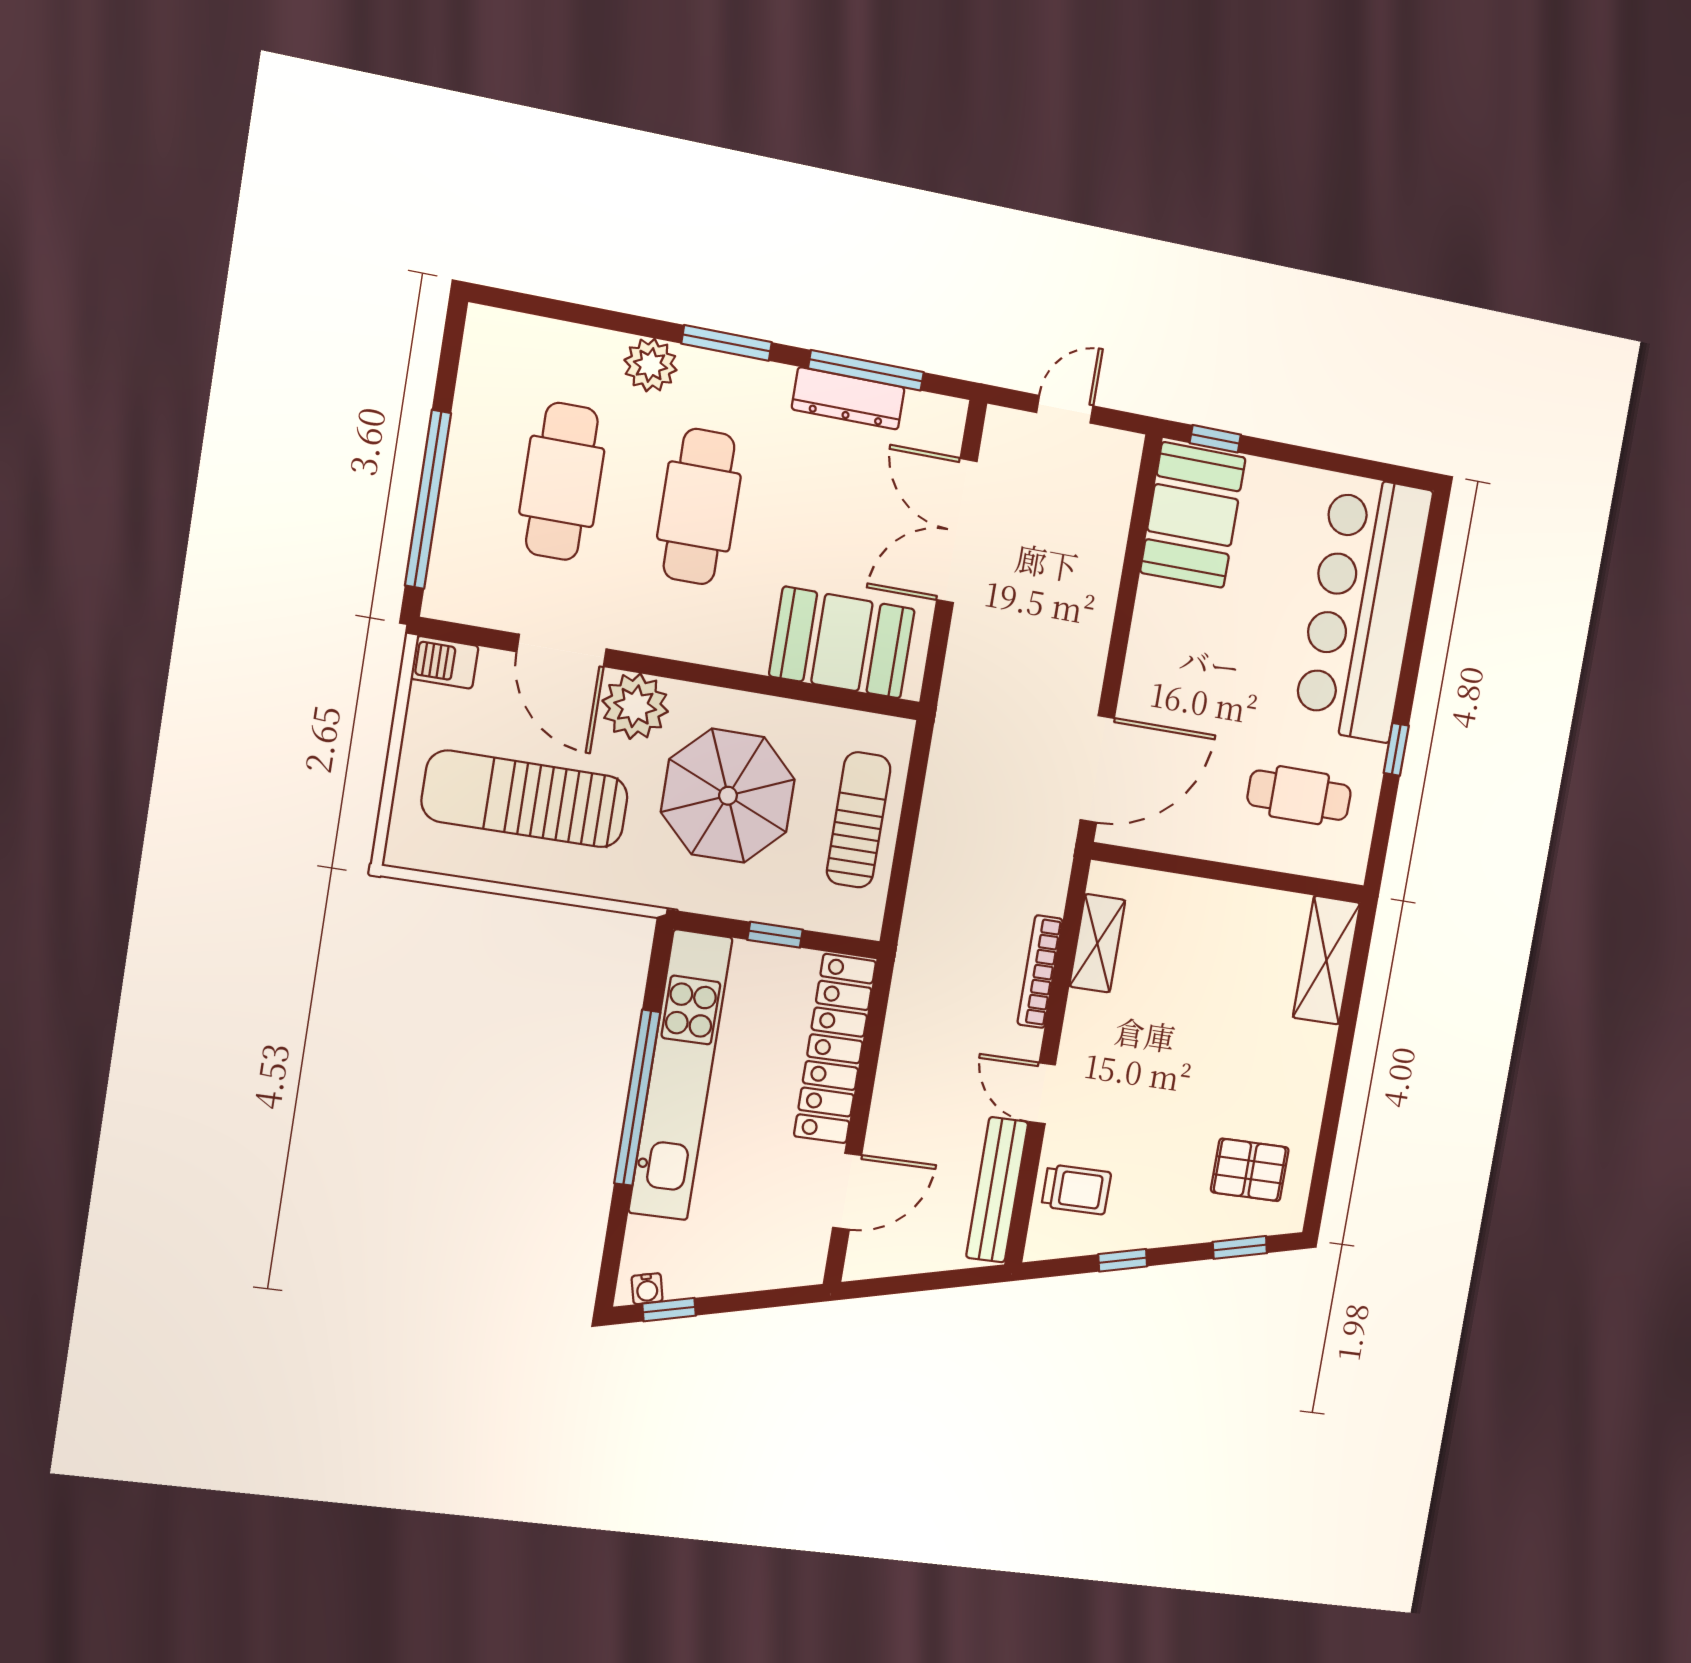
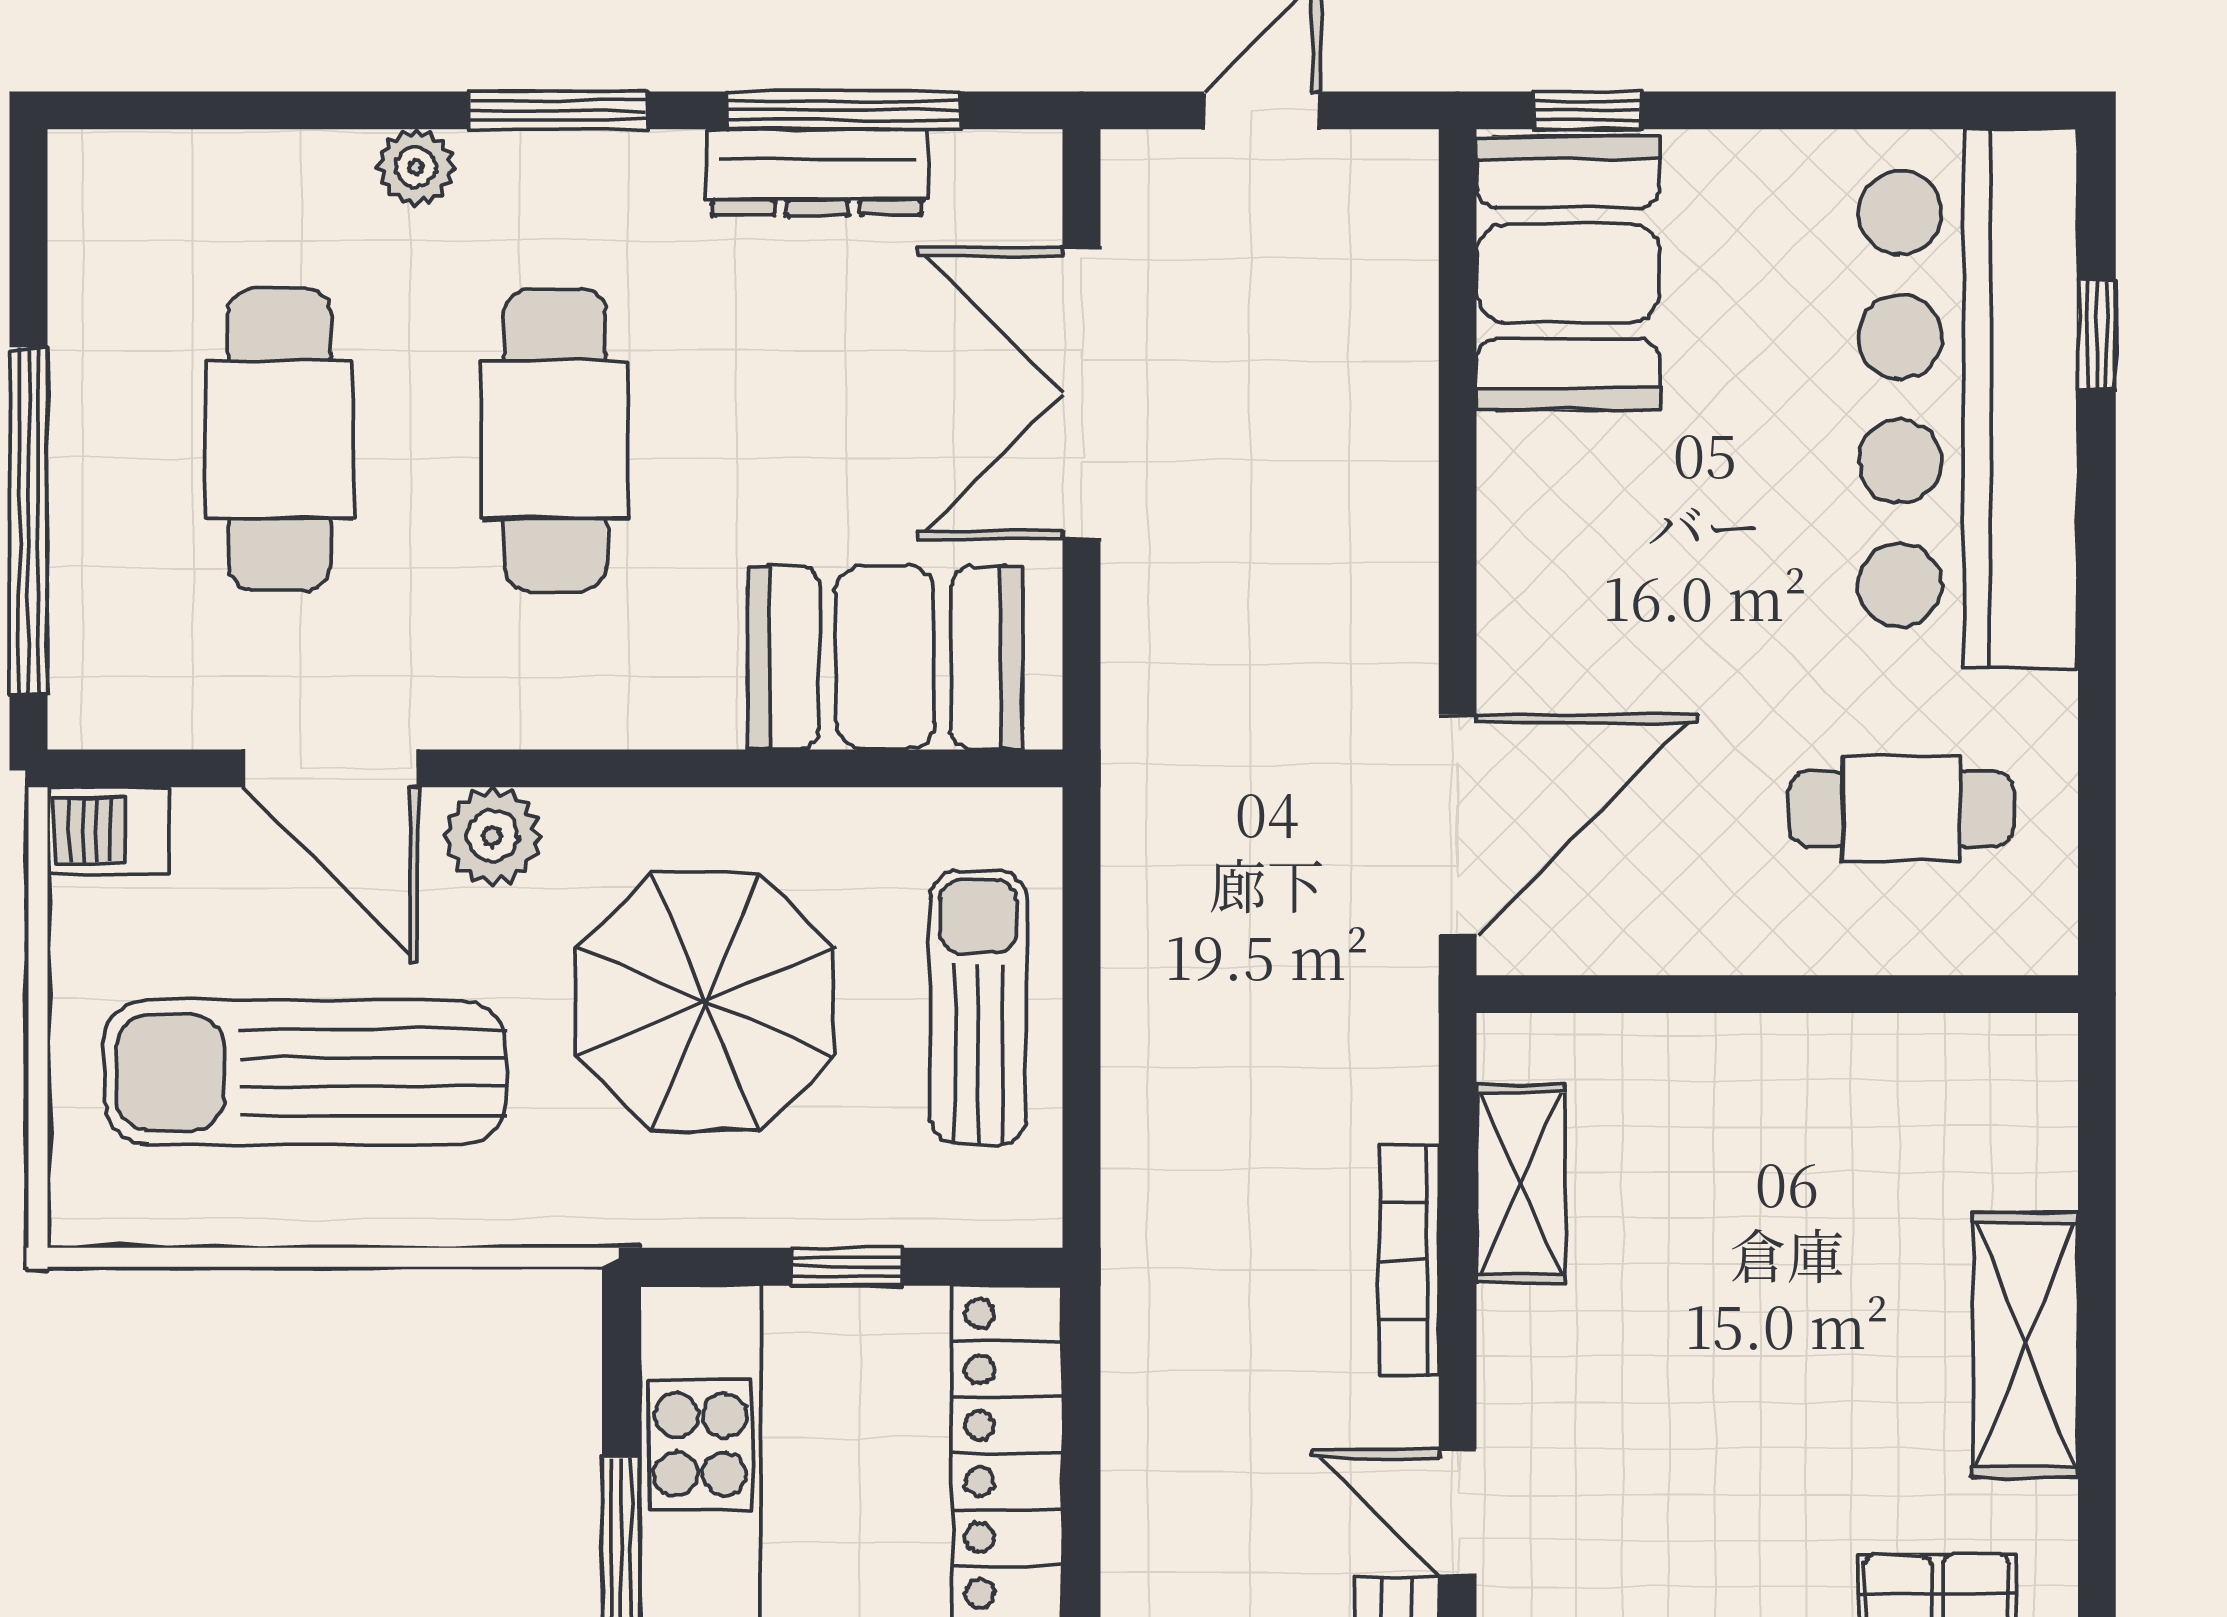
plant: (650, 365) -> (416, 167), width x0.73, depth x0.73
plant: (635, 706) -> (492, 836), width x0.73, depth x0.73
window: (1396, 749) -> (2097, 335), moved
shelving: (1326, 960) -> (2025, 1345), moved

